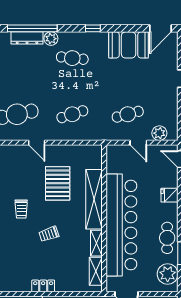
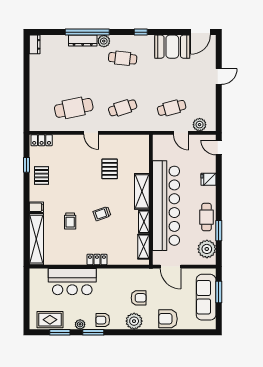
pallet: (58, 183) -> (110, 169), width x0.67, depth x0.71
shelving: (94, 199) -> (142, 191), width x0.68
trolley: (21, 209) -> (70, 221), moved

